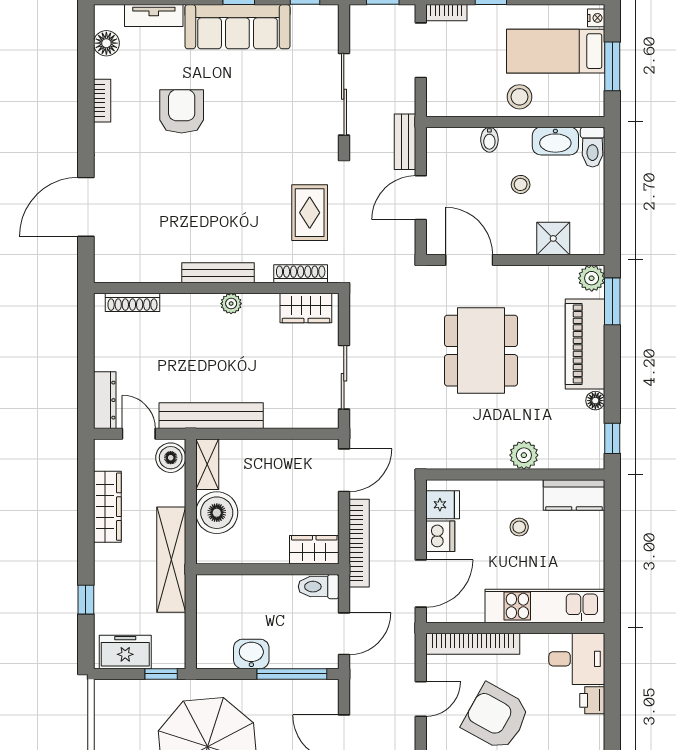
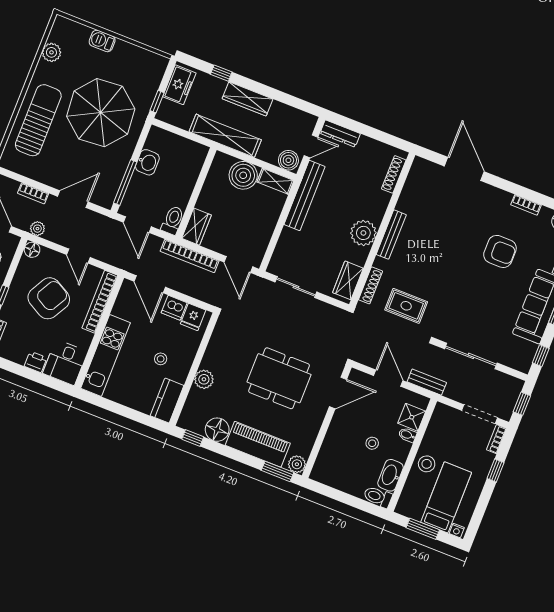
shower: (553, 238) -> (412, 417), moved
plant: (231, 304) -> (363, 233), width x1.88, depth x1.88
floor lamp: (595, 401) -> (217, 430), width x1.89, depth x1.89
wardrobe: (107, 507) -> (248, 99), moved

